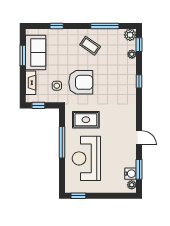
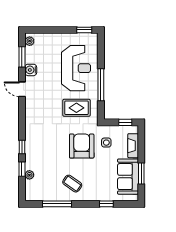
plant: (130, 35) -> (31, 195), removed
window: (139, 45) -> (22, 169), moved
armchair: (81, 82) -> (82, 146), turned 90
water cooler: (130, 174) -> (31, 70), moved

